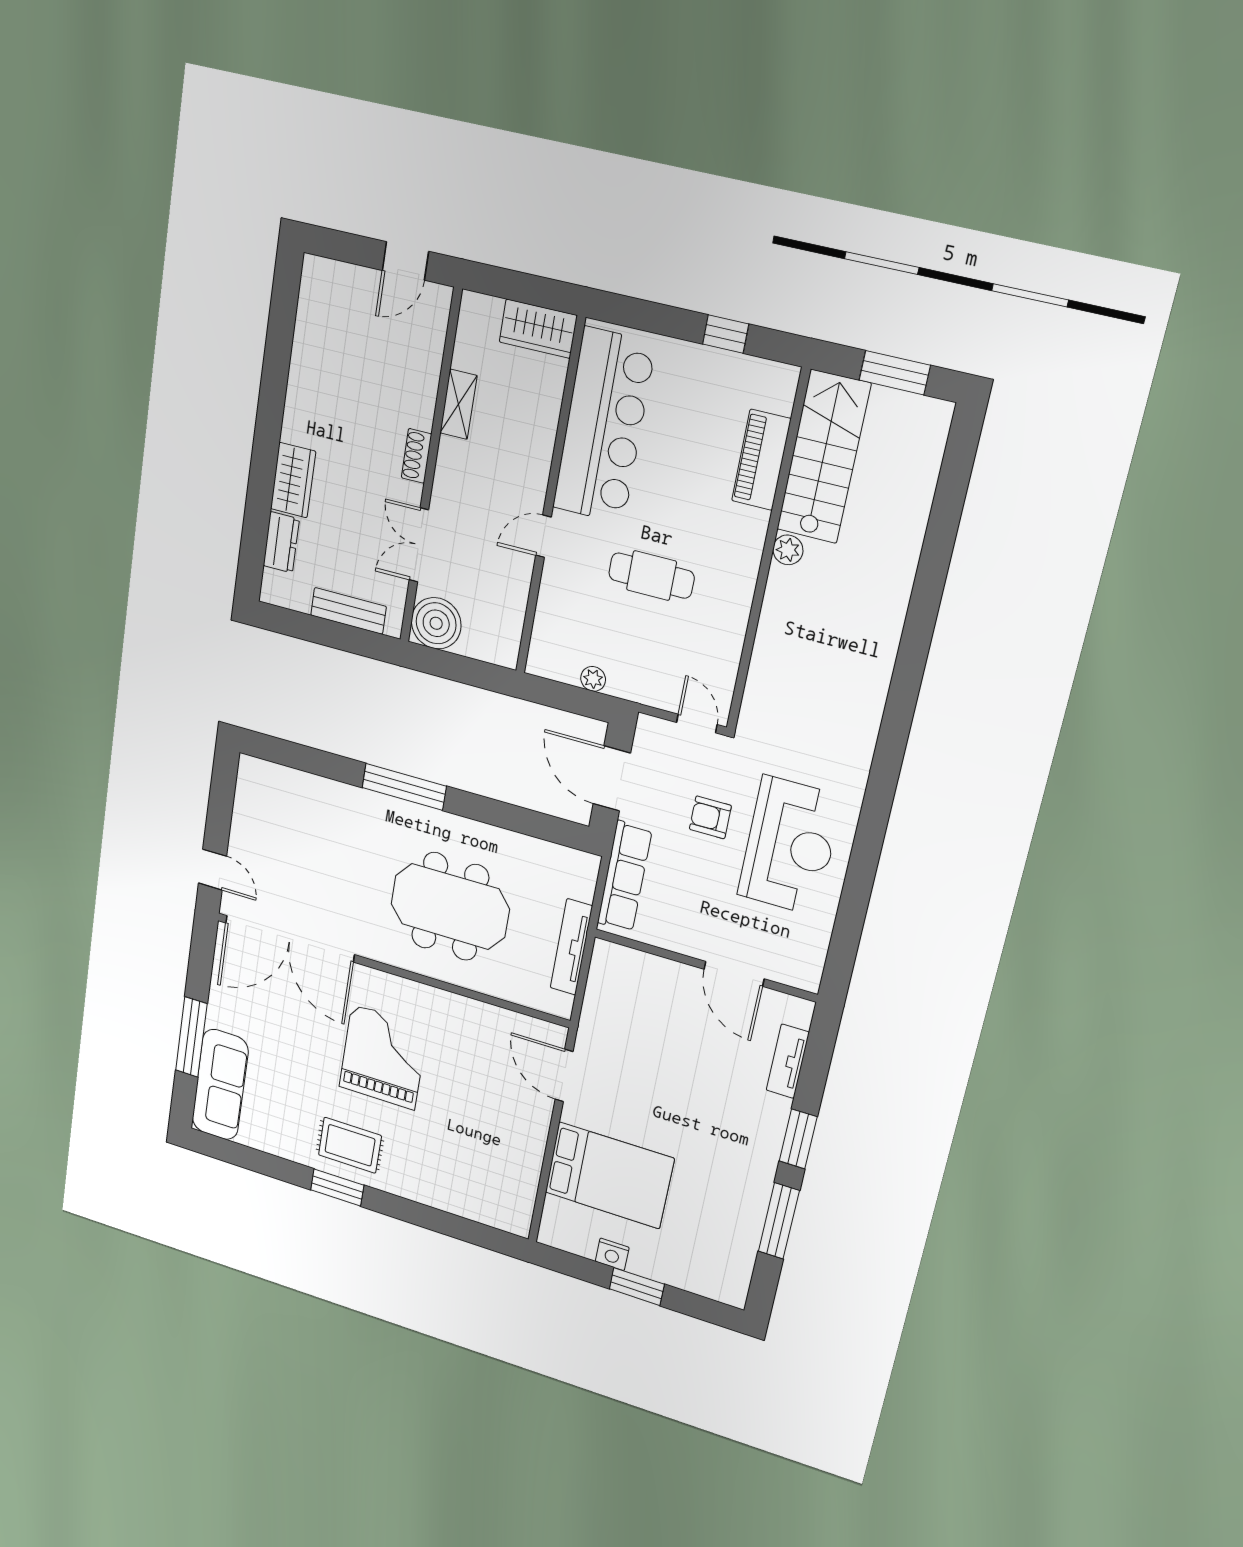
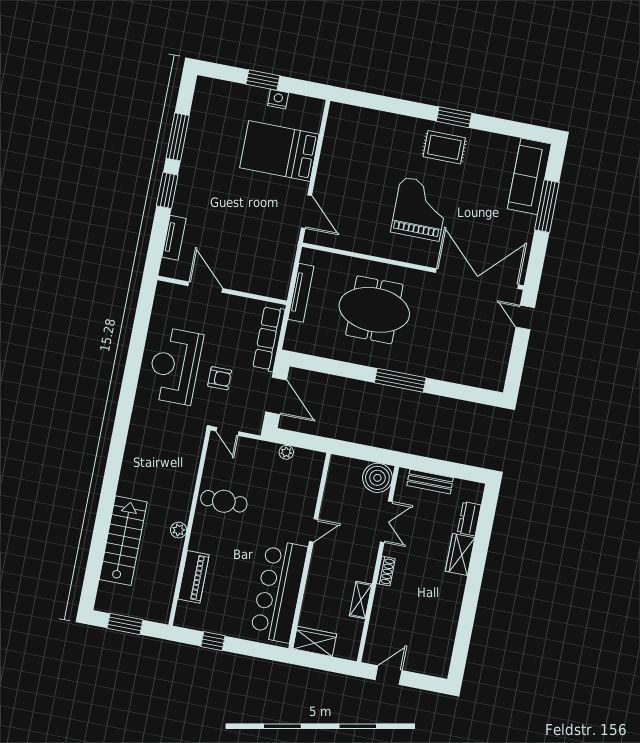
stairs: (824, 457) -> (123, 541), moved, turned 180
cafe table: (651, 576) -> (224, 501), moved
grand piano: (383, 1057) -> (420, 209), turned 180

